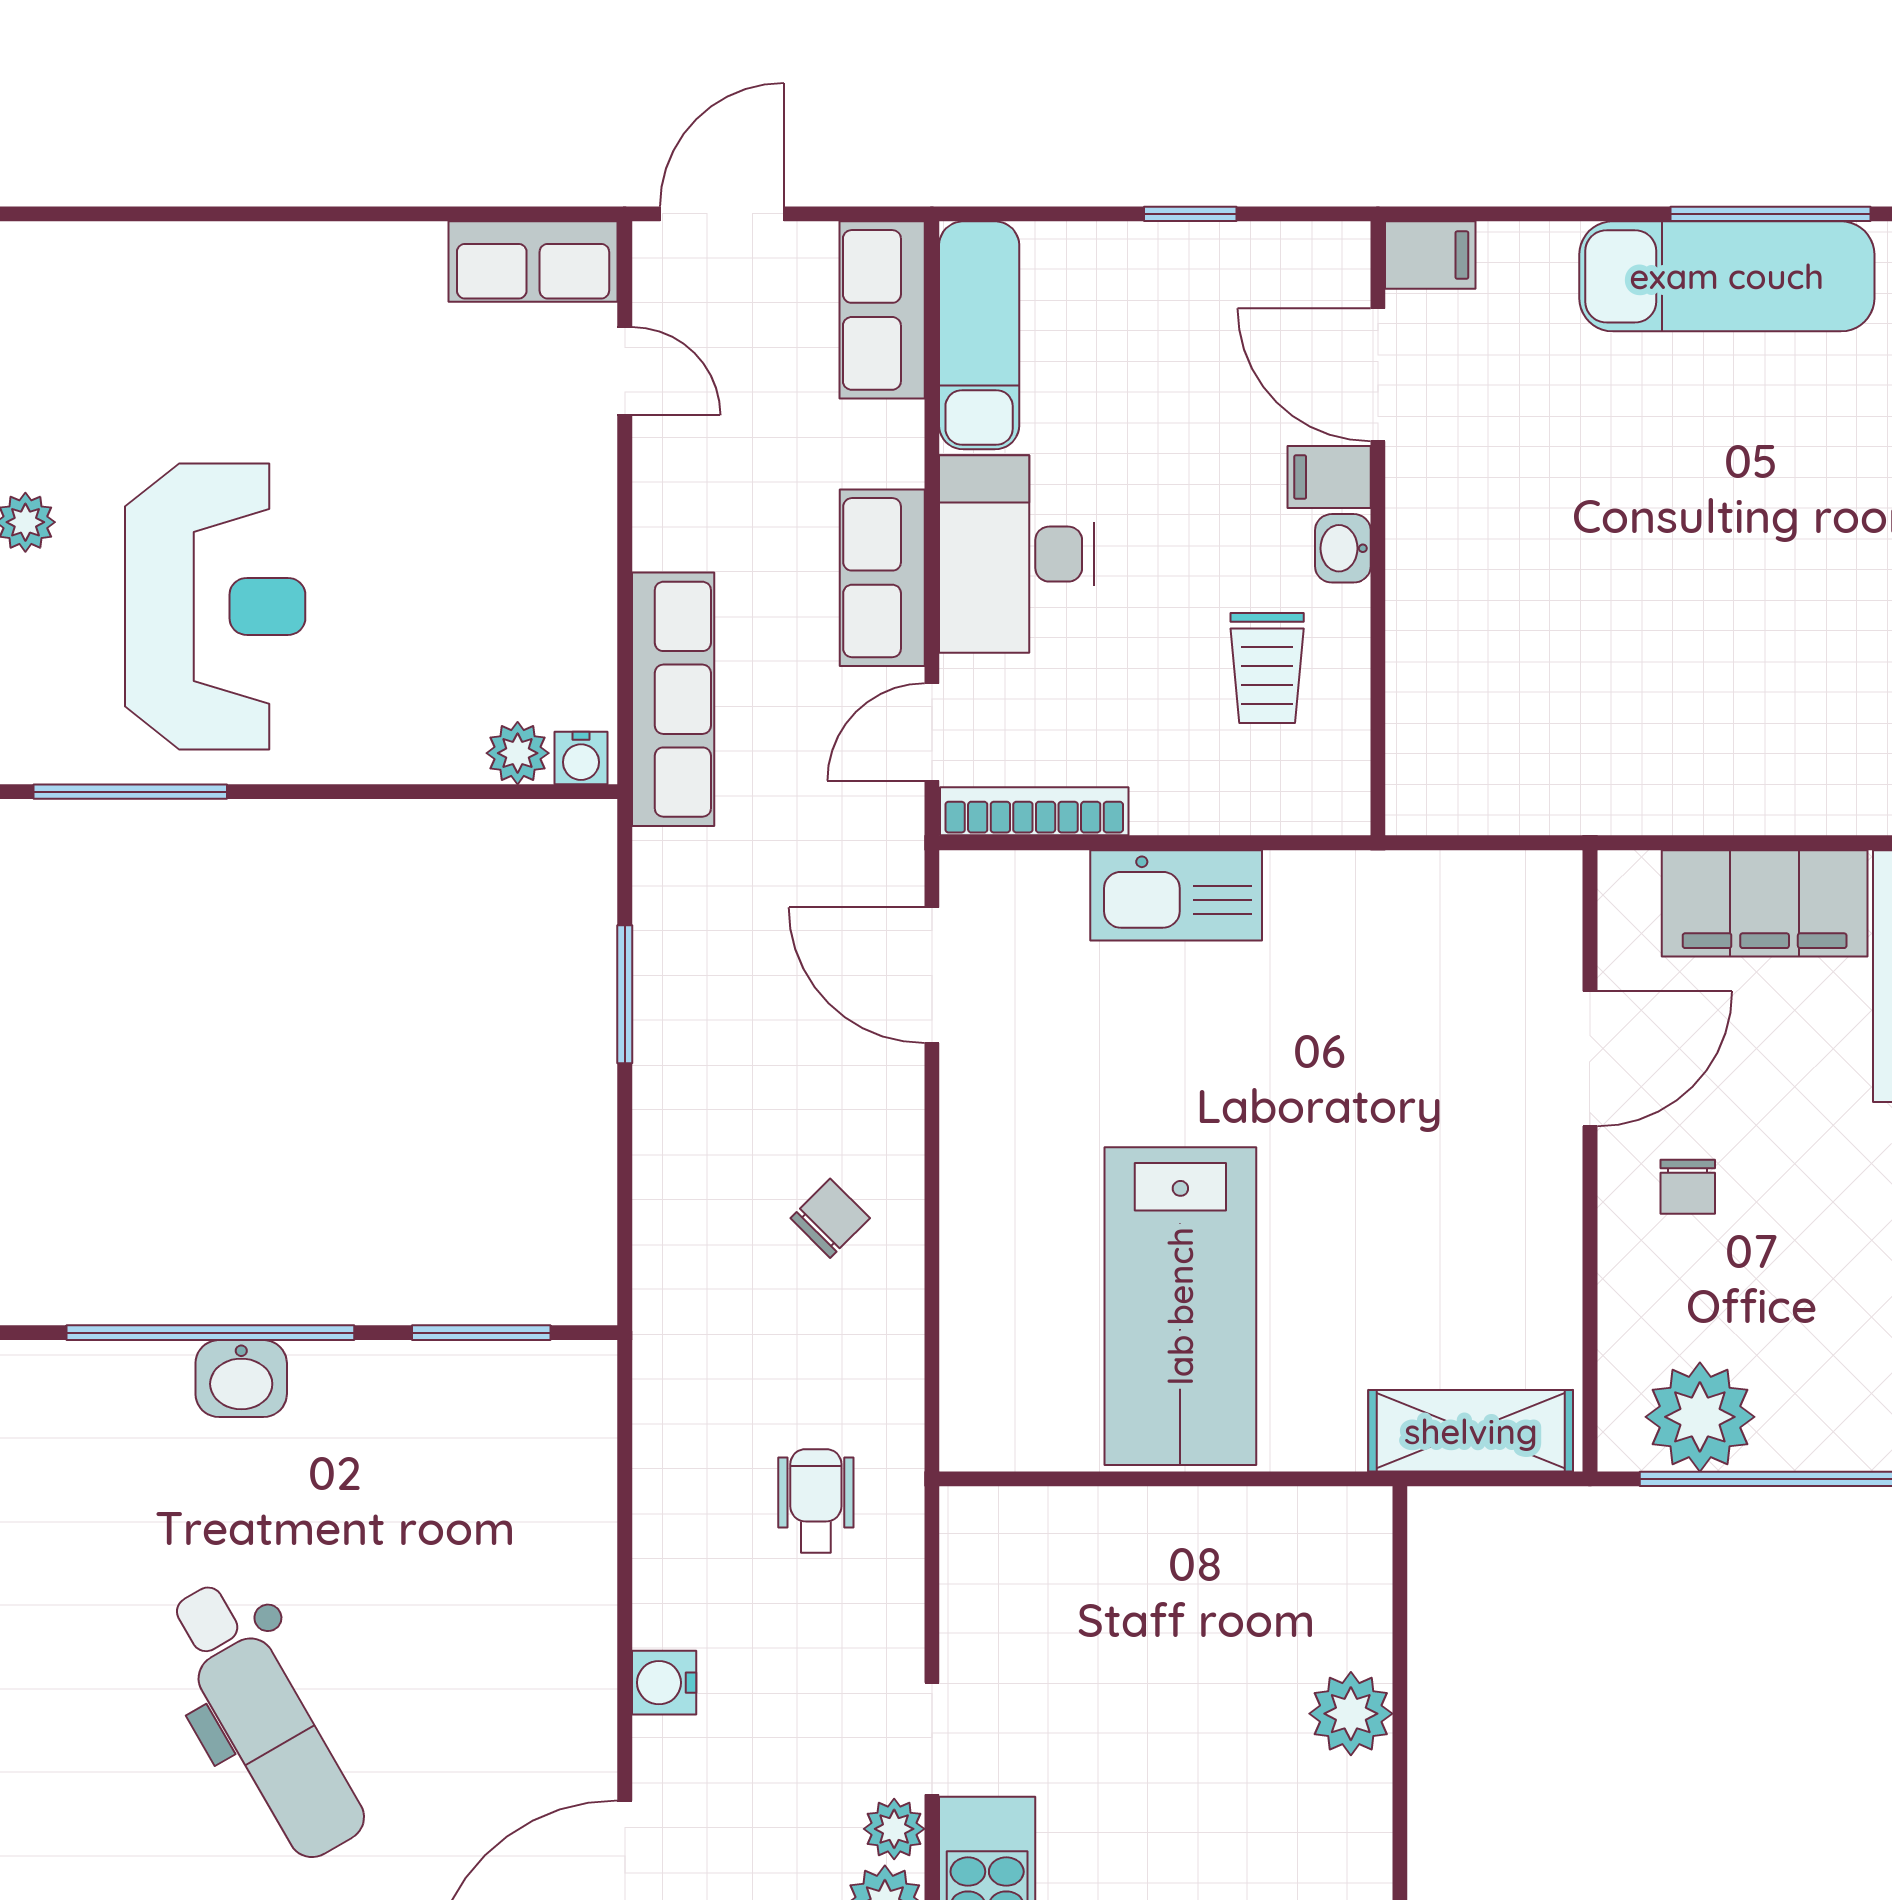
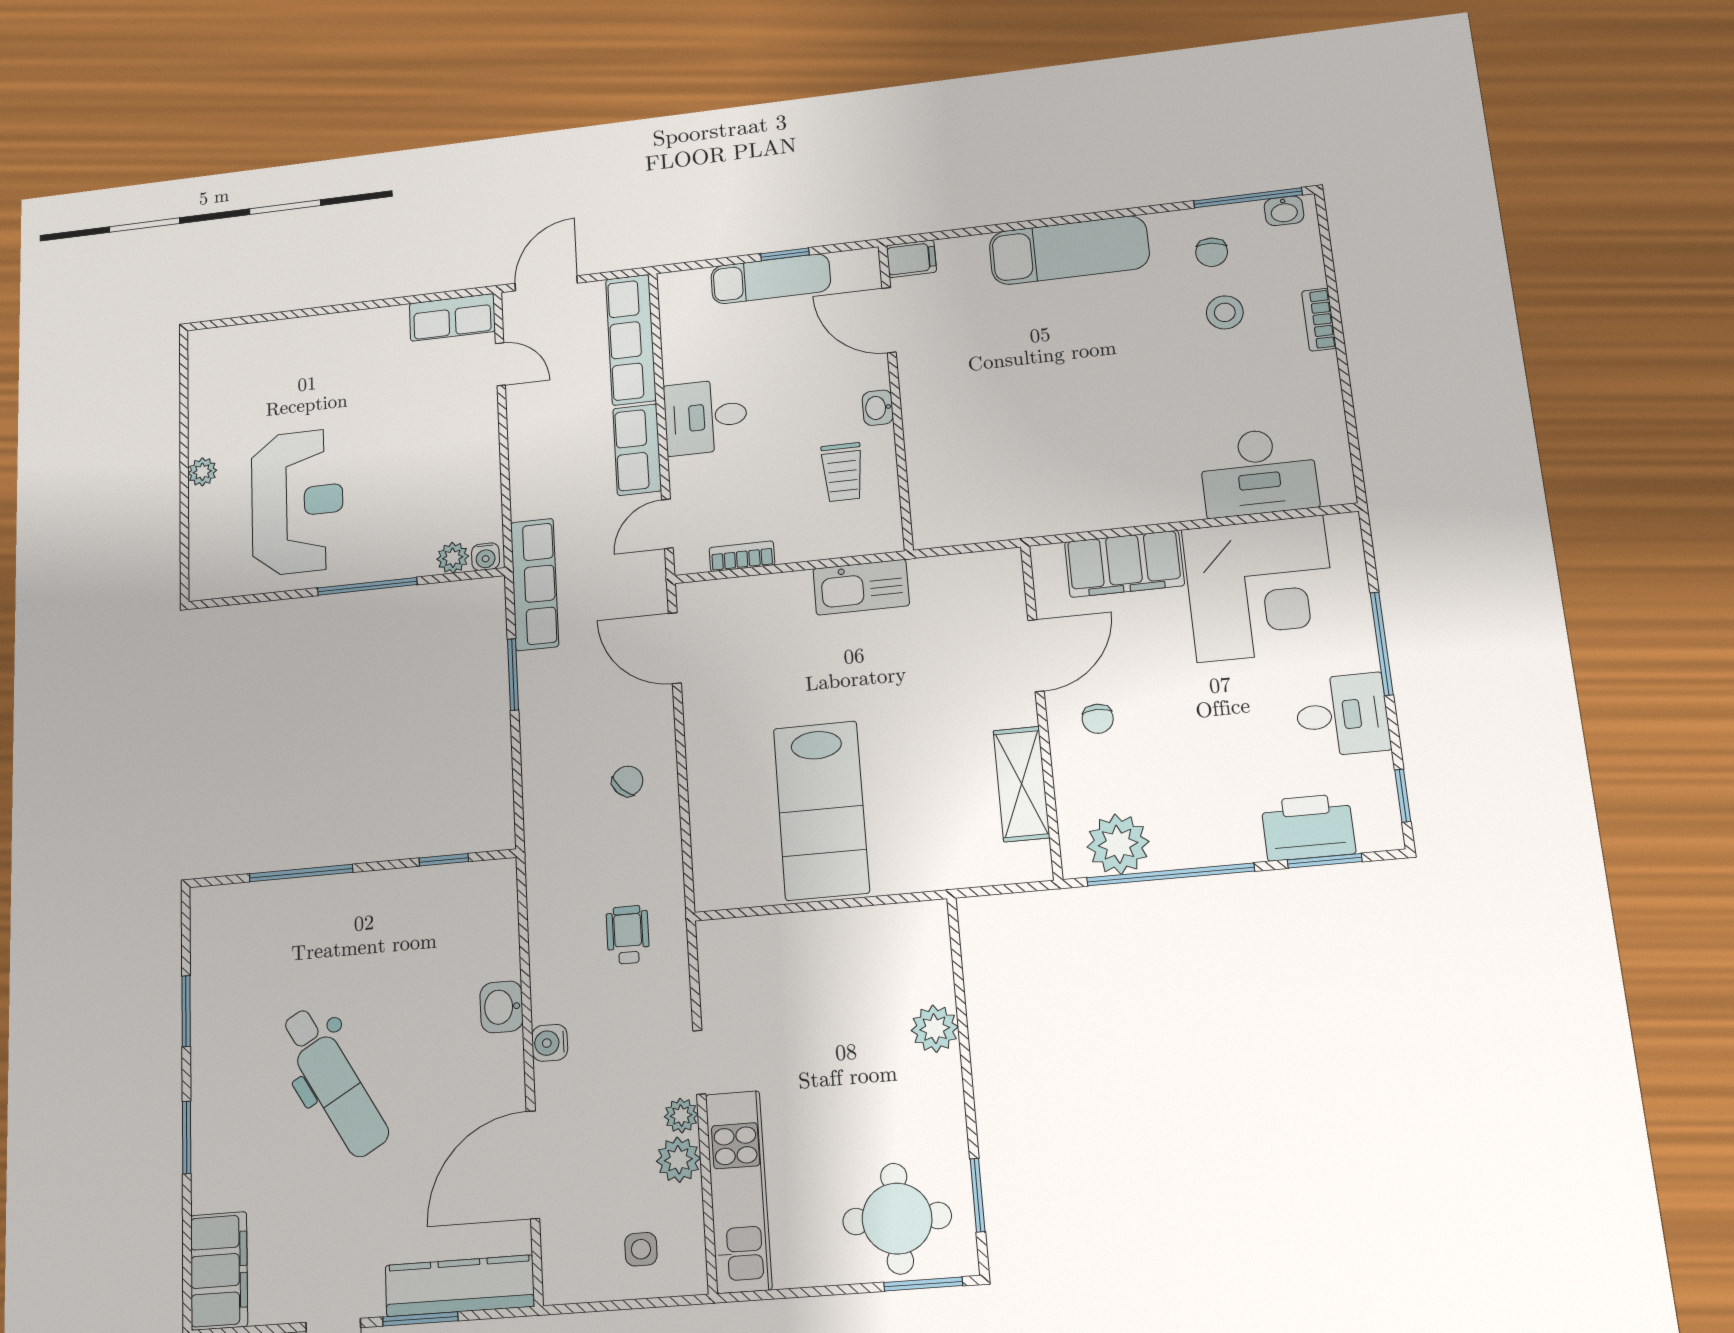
window: (1771, 214) -> (1089, 217), removed
row of seats: (882, 310) -> (631, 340), width x1.48
exam couch: (979, 335) -> (771, 279), moved, turned 90
filing cabinet: (1329, 477) -> (868, 373), removed
desk: (1017, 554) -> (706, 417), width x0.73
row of seats: (673, 699) -> (535, 584), moved
window: (130, 792) -> (367, 586), moved
bookcase: (1034, 811) -> (742, 556), width x0.64
kitchen sink: (1176, 895) -> (861, 587), moved
window: (210, 1333) -> (301, 873), width x0.68
window: (481, 1333) -> (444, 860), width x0.67
washbasin: (241, 1379) -> (501, 1007), moved, turned 90
shelving: (1471, 1431) -> (1021, 784), moved, turned 90

